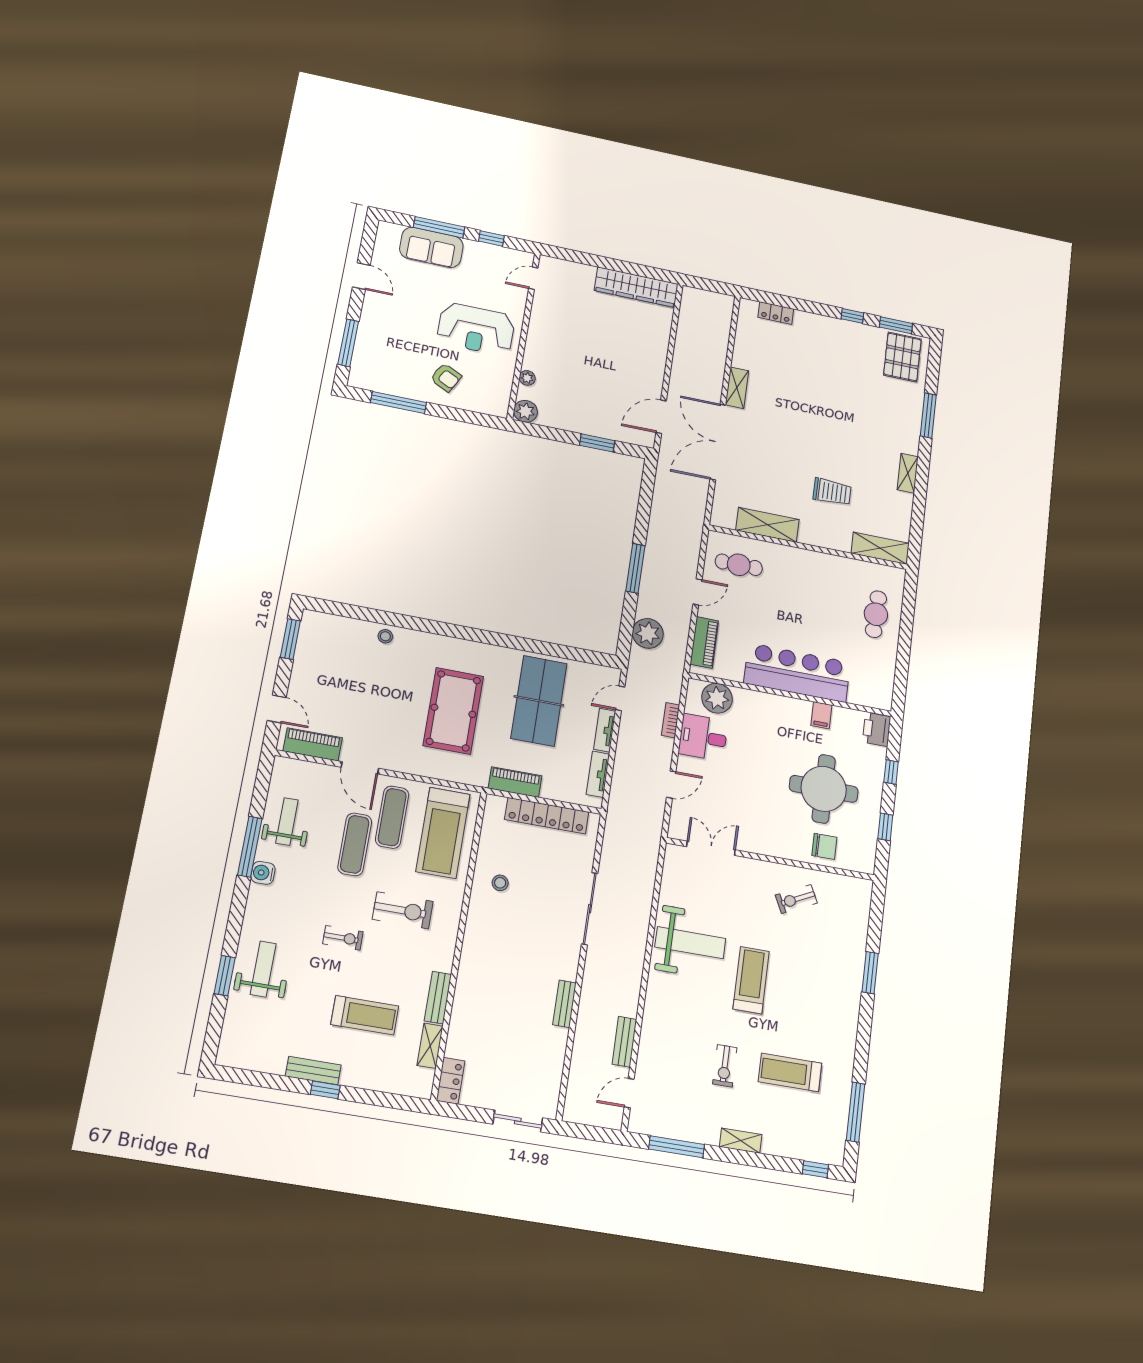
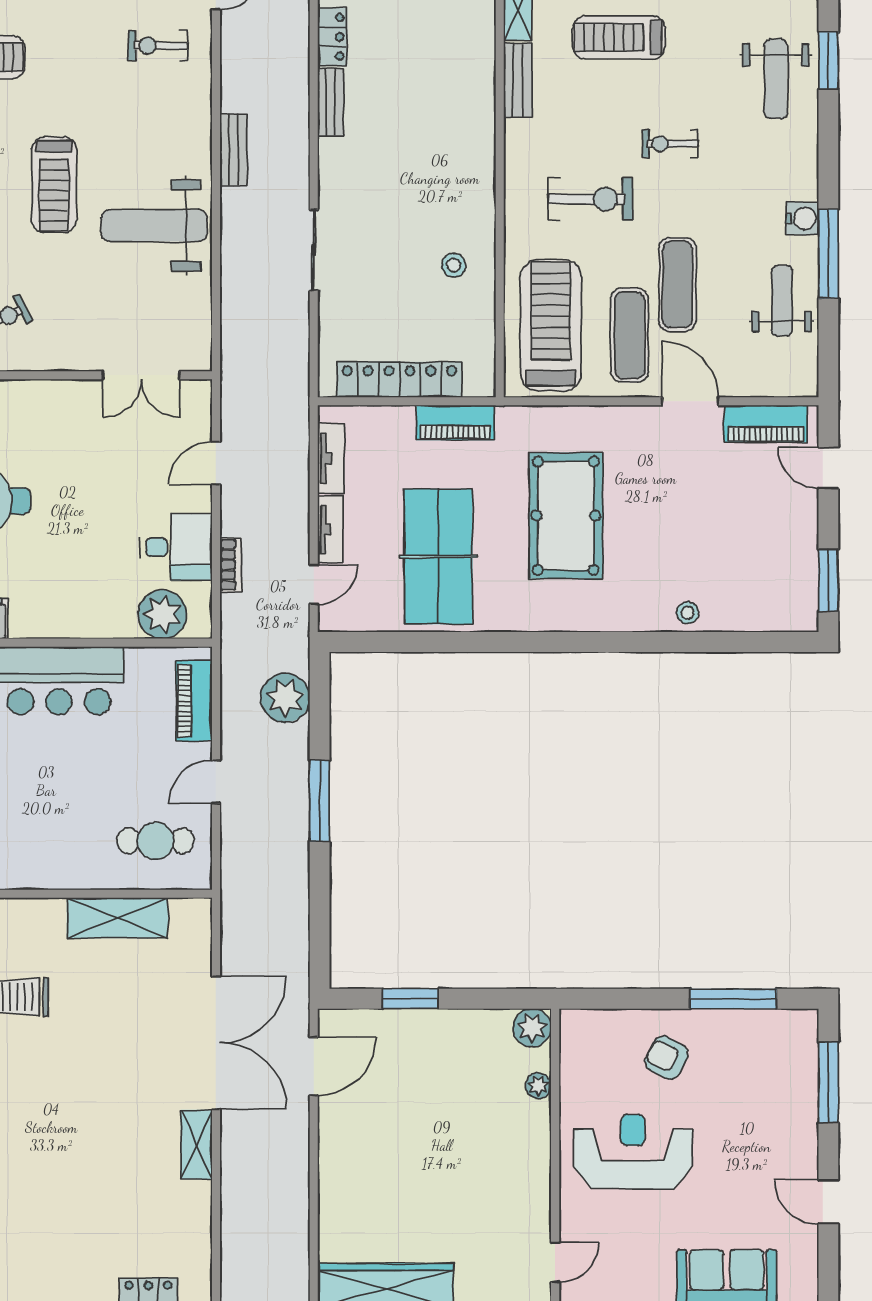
weight bench: (287, 822) -> (782, 301), turned 180
sliding door: (590, 909) -> (314, 250), width x0.73
exercise bike: (403, 910) -> (590, 199), turned 180
bench: (624, 1042) -> (234, 150), moved
locker: (557, 1048) -> (332, 37), added
exercise bike: (725, 1066) -> (158, 46), moved, turned -90

